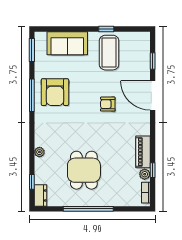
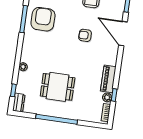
armchair: (55, 92) -> (43, 19), turned 180
dining table: (84, 170) -> (58, 87), turned 90

